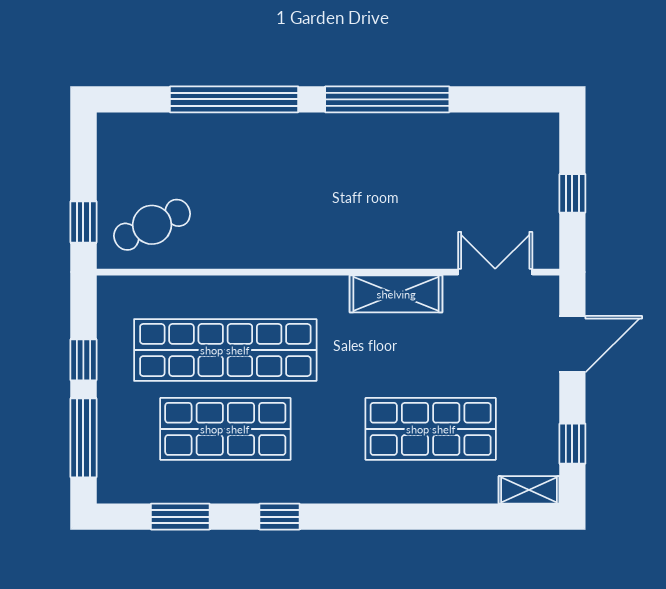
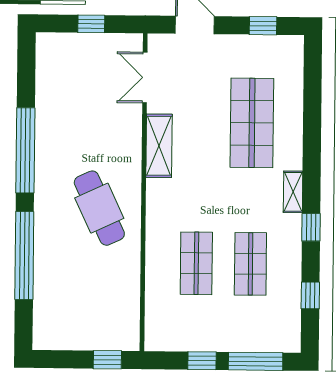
cafe table: (152, 225) -> (99, 208), moved, width x1.37, depth x1.35
shop shelf: (225, 350) -> (196, 263), width x0.50, depth x0.74
shop shelf: (225, 429) -> (250, 264), width x0.70, depth x0.74
shelving: (529, 490) -> (293, 192), moved
window: (180, 517) -> (310, 295), width x0.67

